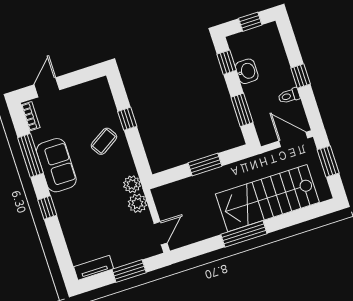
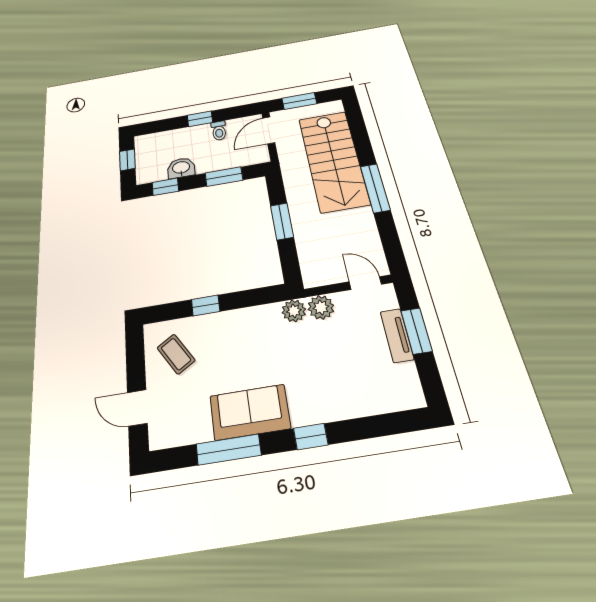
bookcase: (31, 116) -> (172, 439), removed
coffee table: (104, 141) -> (176, 354), moved
tv unit: (94, 268) -> (397, 335), moved

